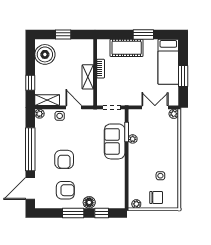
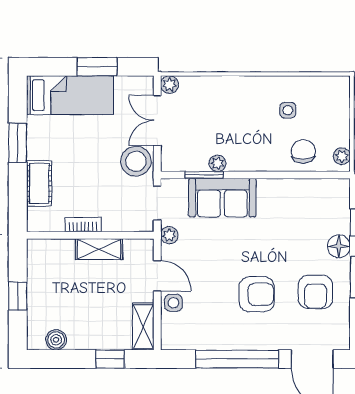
cot: (127, 48) -> (39, 183), width x0.73, depth x0.75
boiler: (45, 54) -> (56, 340), width x0.54, depth x0.54
stool: (134, 96) -> (136, 161), added
door: (74, 107) -> (157, 276), swing flipped
plant: (39, 114) -> (169, 235), moved
armchair: (65, 190) -> (315, 292), turned 180
chair: (156, 197) -> (303, 151), moved

